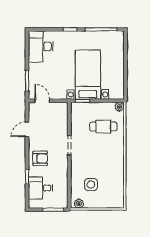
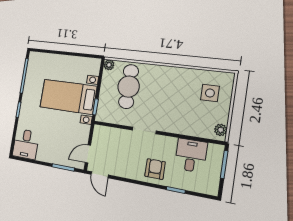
desk: (41, 46) -> (26, 144), width x0.73
cafe table: (103, 126) -> (129, 87), width x1.37, depth x1.35
door: (27, 129) -> (100, 175), moved
side table: (91, 185) -> (210, 93), moved
desk: (41, 188) -> (191, 155), moved, turned 180

